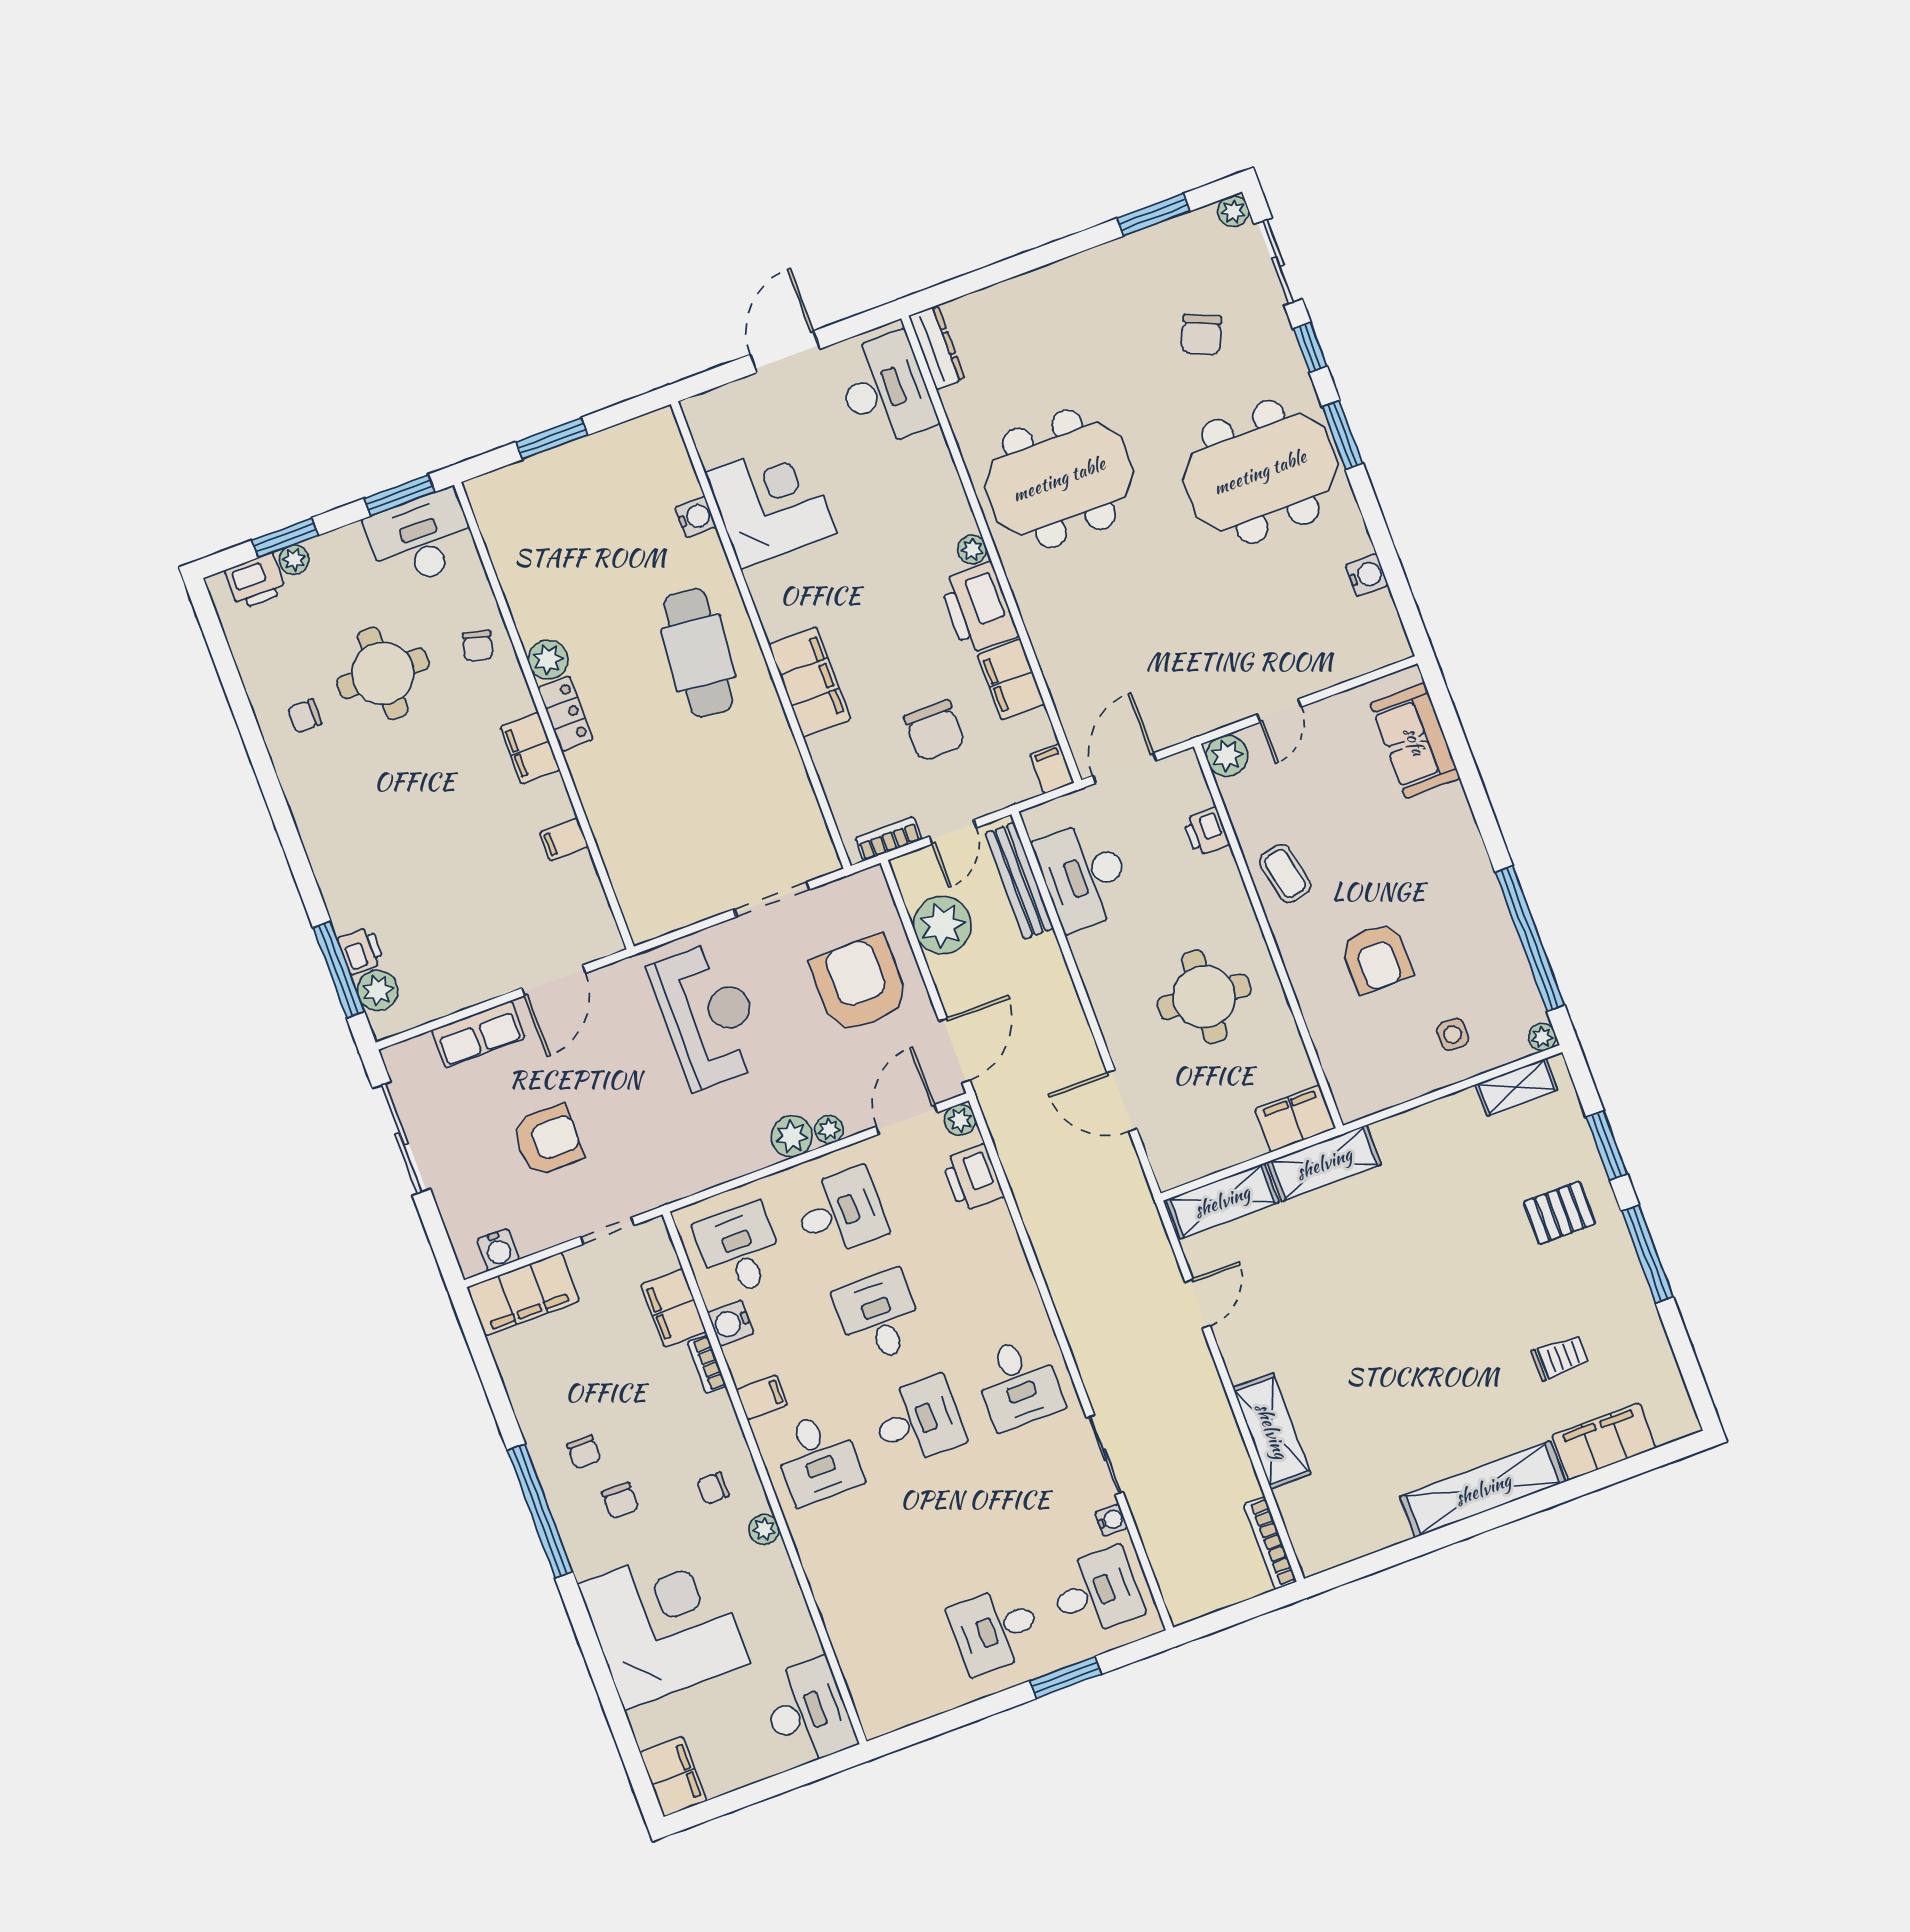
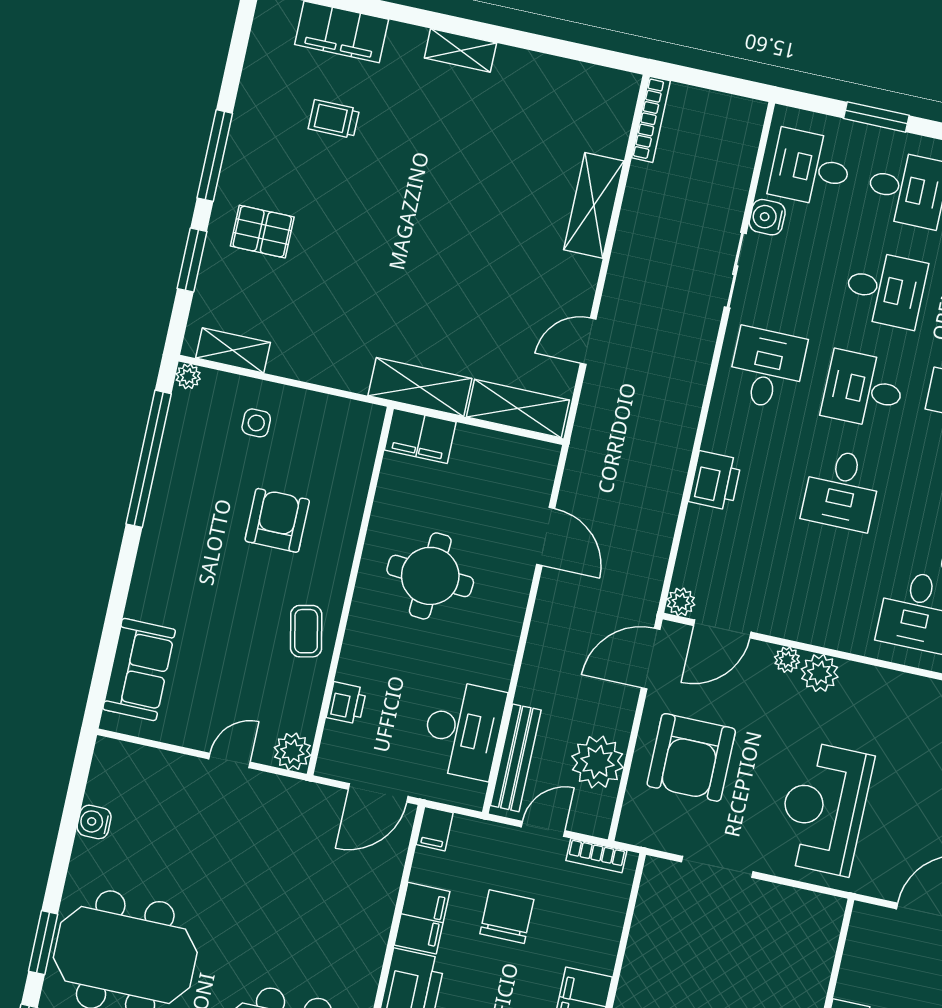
printer: (973, 1178) -> (715, 481), moved
desk: (840, 1212) -> (885, 289), moved, turned 180
shelving: (1483, 1489) -> (460, 50), width x0.45, depth x0.75
water cooler: (1111, 1520) -> (767, 217), width x1.38, depth x1.38

